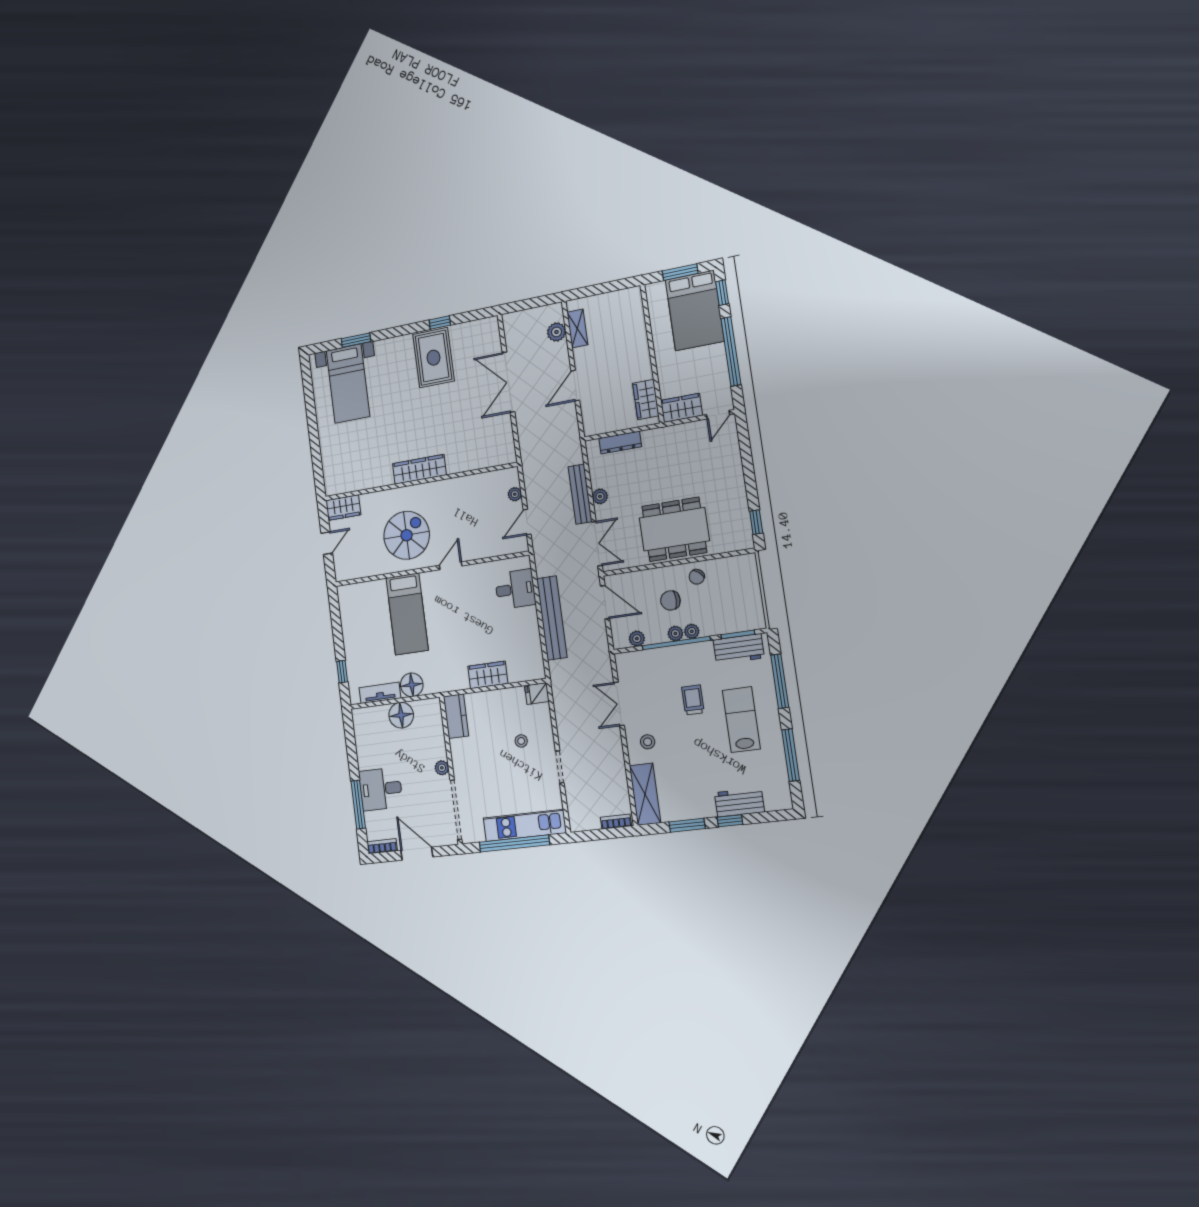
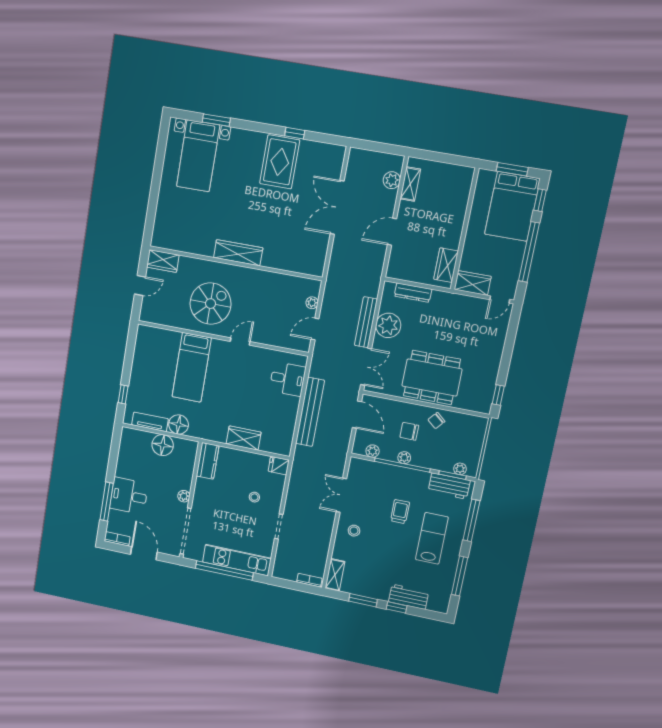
plant: (600, 496) -> (388, 325), width x1.88, depth x1.88
plant: (692, 631) -> (460, 469), moved
shelving: (645, 794) -> (335, 575), width x0.67, depth x0.75

